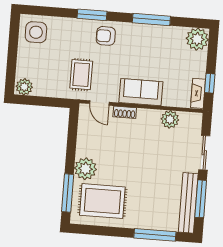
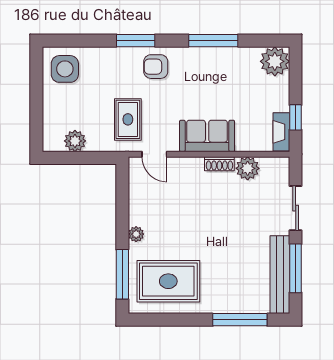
plant: (24, 87) -> (75, 141), moved
shoe rack: (125, 112) -> (219, 164), moved
plant: (85, 169) -> (136, 234), width x0.53, depth x0.53

